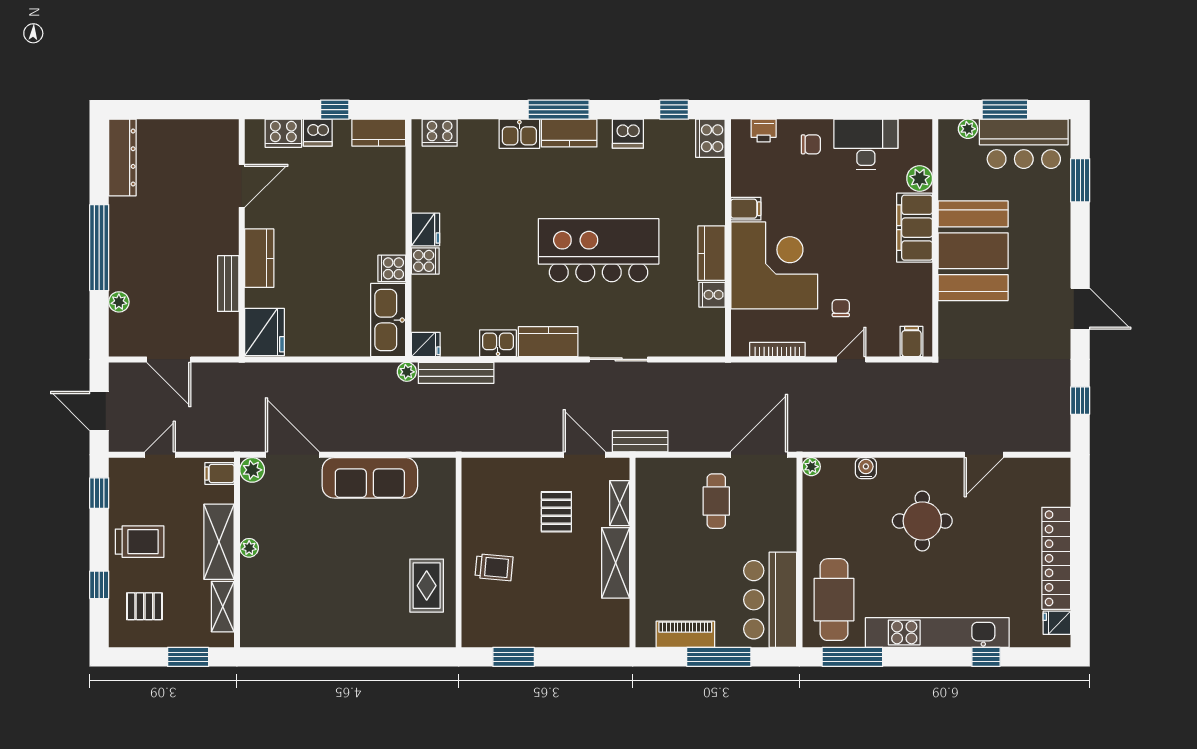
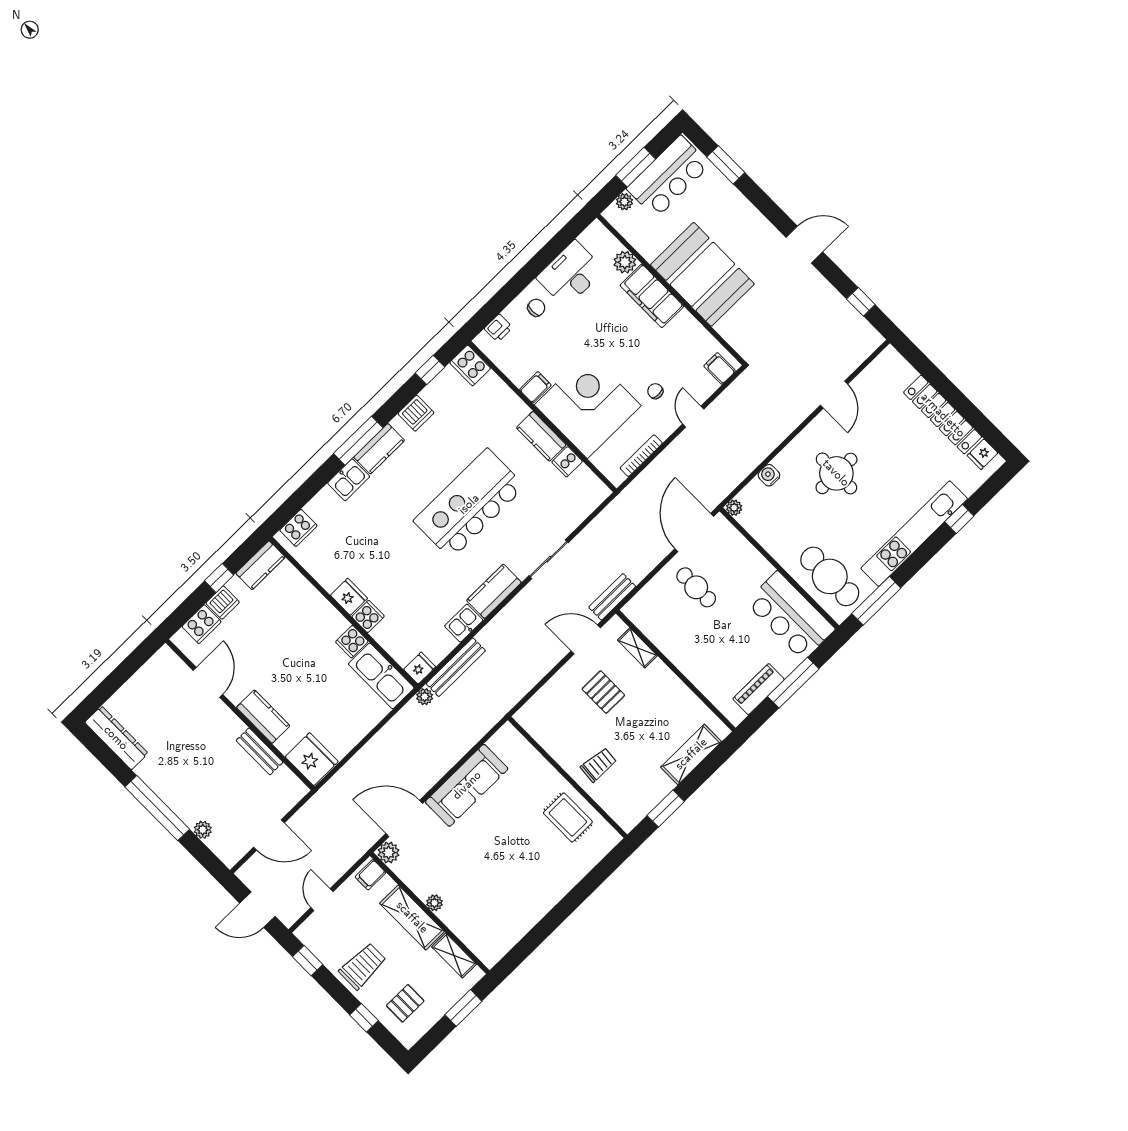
shelving: (616, 563) -> (691, 754), moved, turned 90

